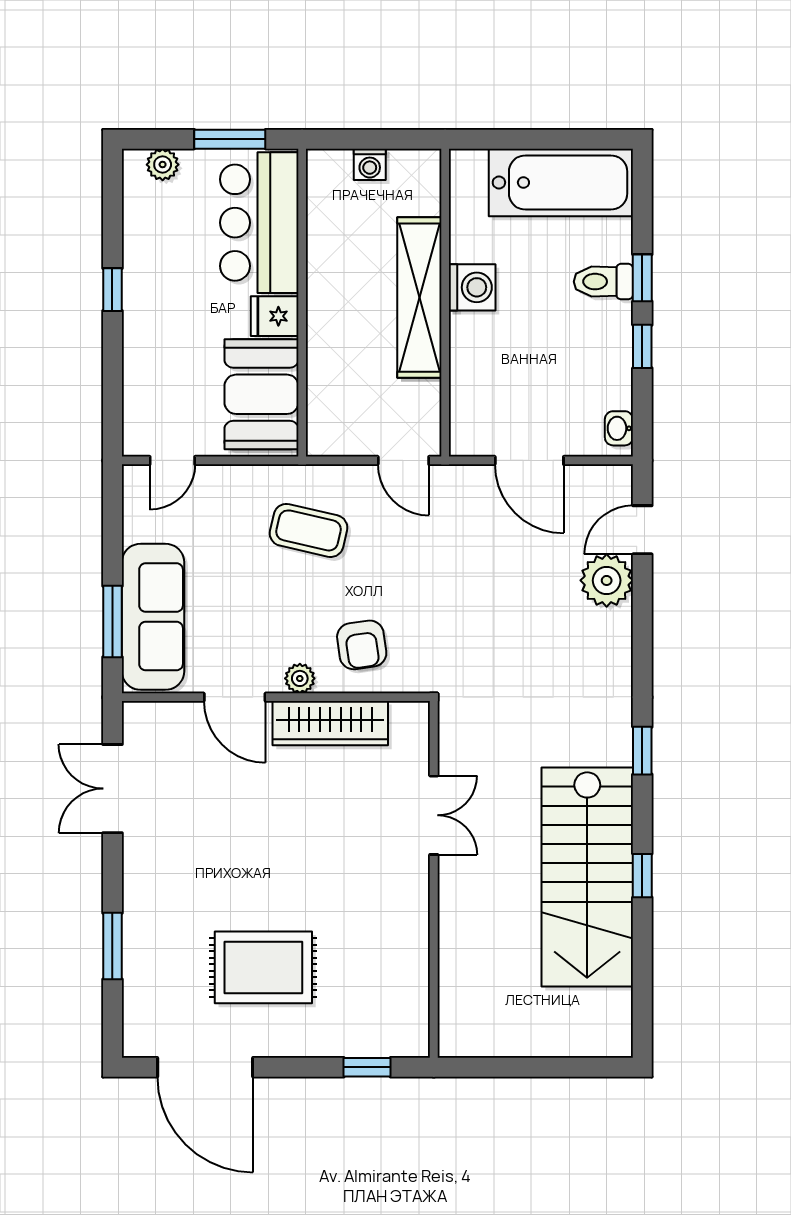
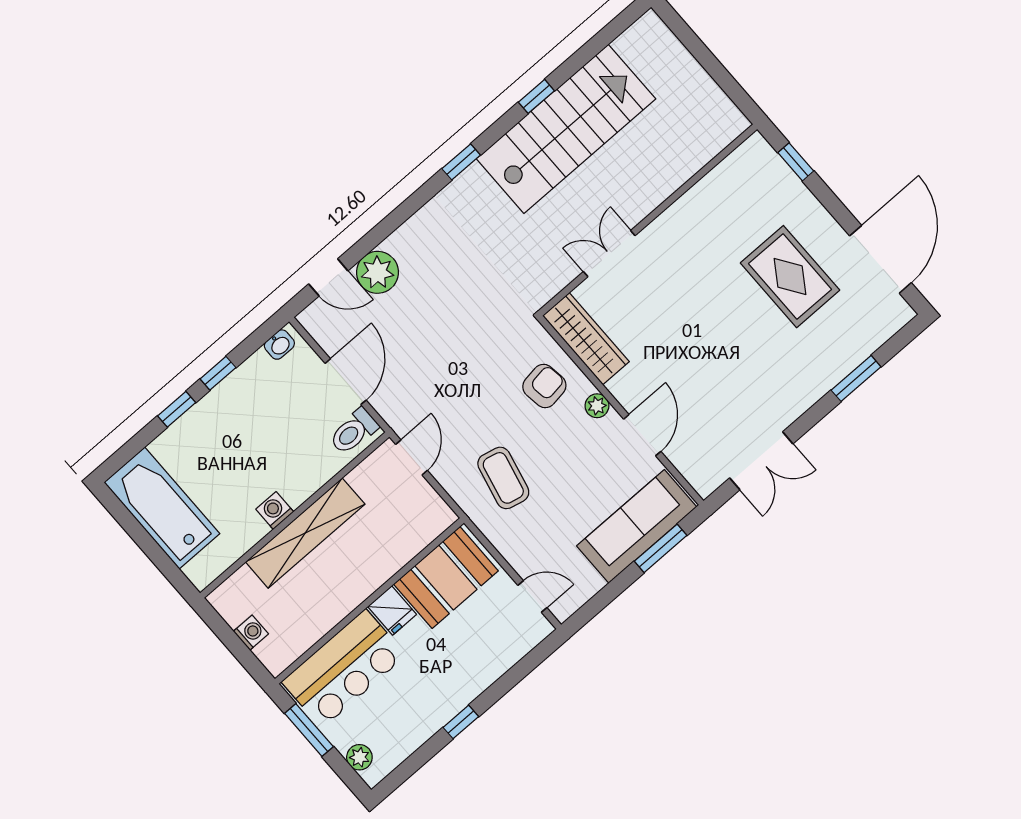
toilet: (603, 282) -> (354, 431), moved, turned 90
washing machine: (472, 287) -> (275, 511), width x0.73, depth x0.73
wardrobe: (330, 723) -> (586, 339), moved

